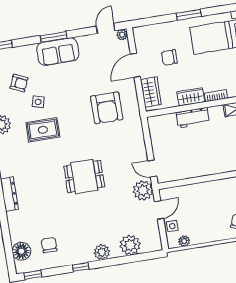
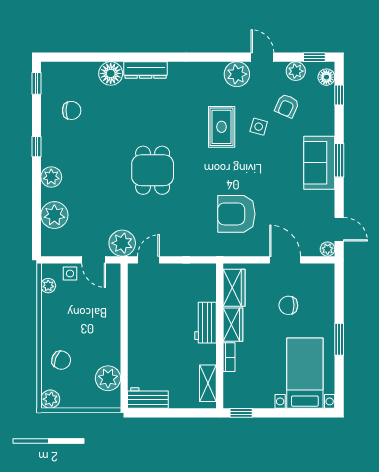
chair: (169, 57) -> (288, 305), turned -90
wardrobe: (151, 92) -> (234, 288), moved, turned -90
floor lamp: (21, 251) -> (111, 73), moved

